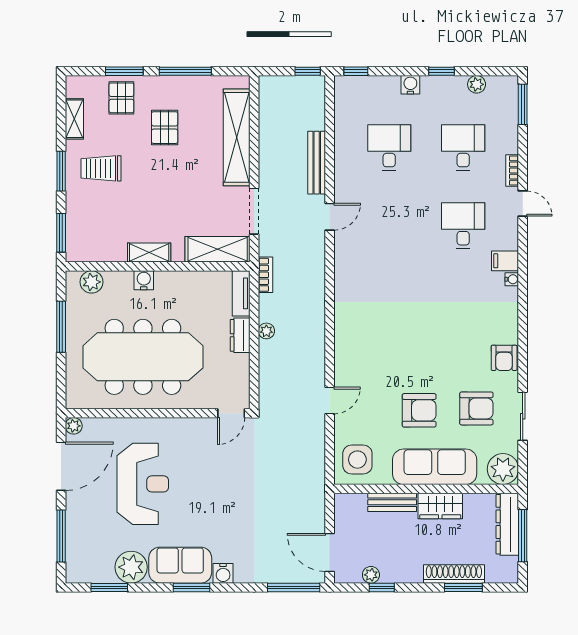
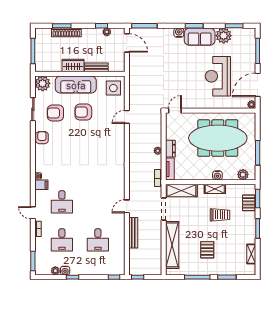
water cooler: (410, 85) -> (65, 271), moved
pallet: (121, 98) -> (249, 203), moved
trolley: (101, 168) -> (220, 215), moved
dresser: (507, 524) -> (40, 57), removed

